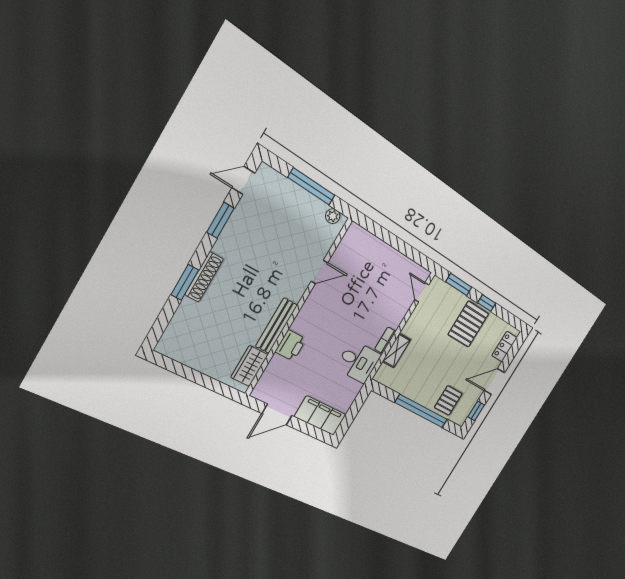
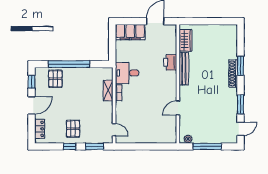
pallet: (468, 324) -> (73, 129), width x0.67, depth x0.71

